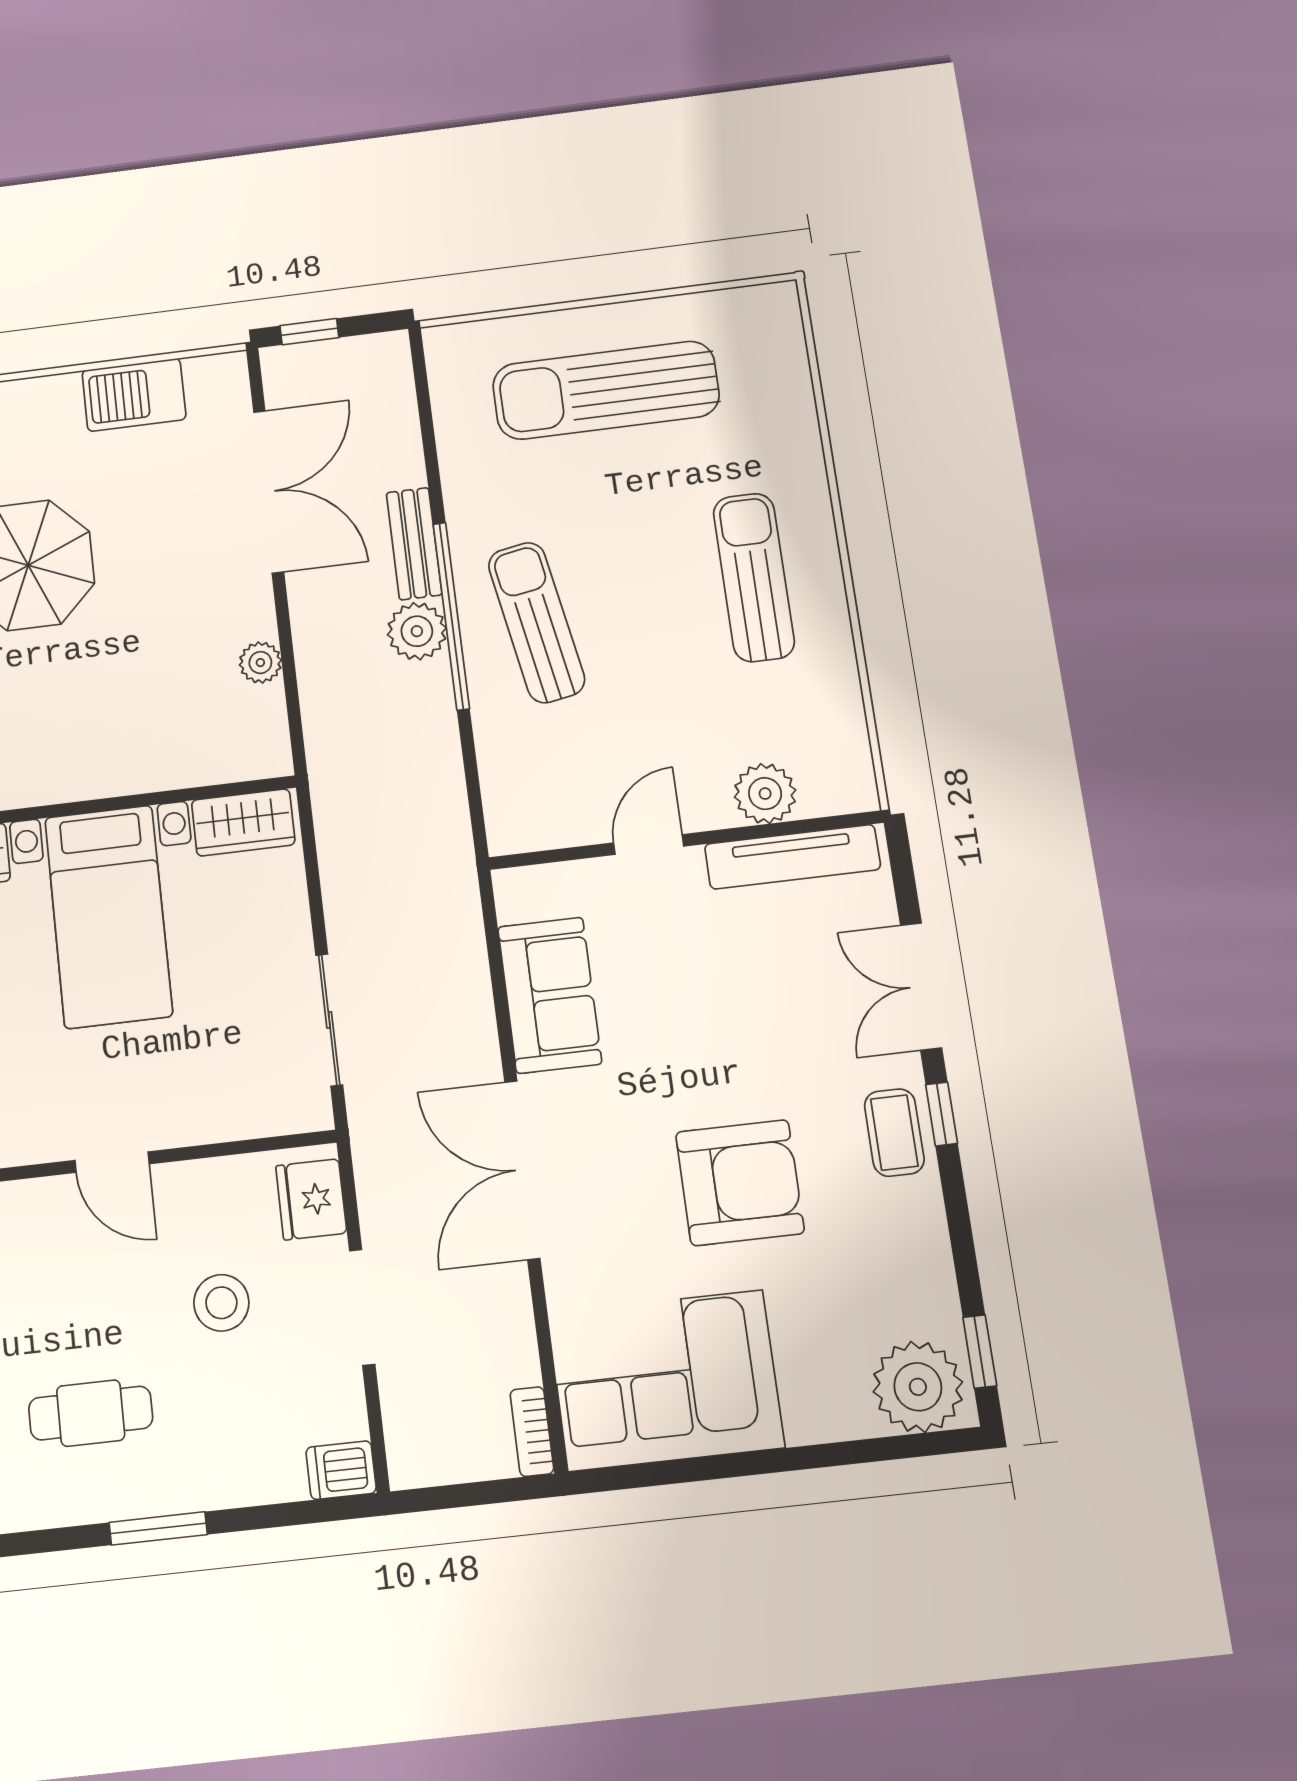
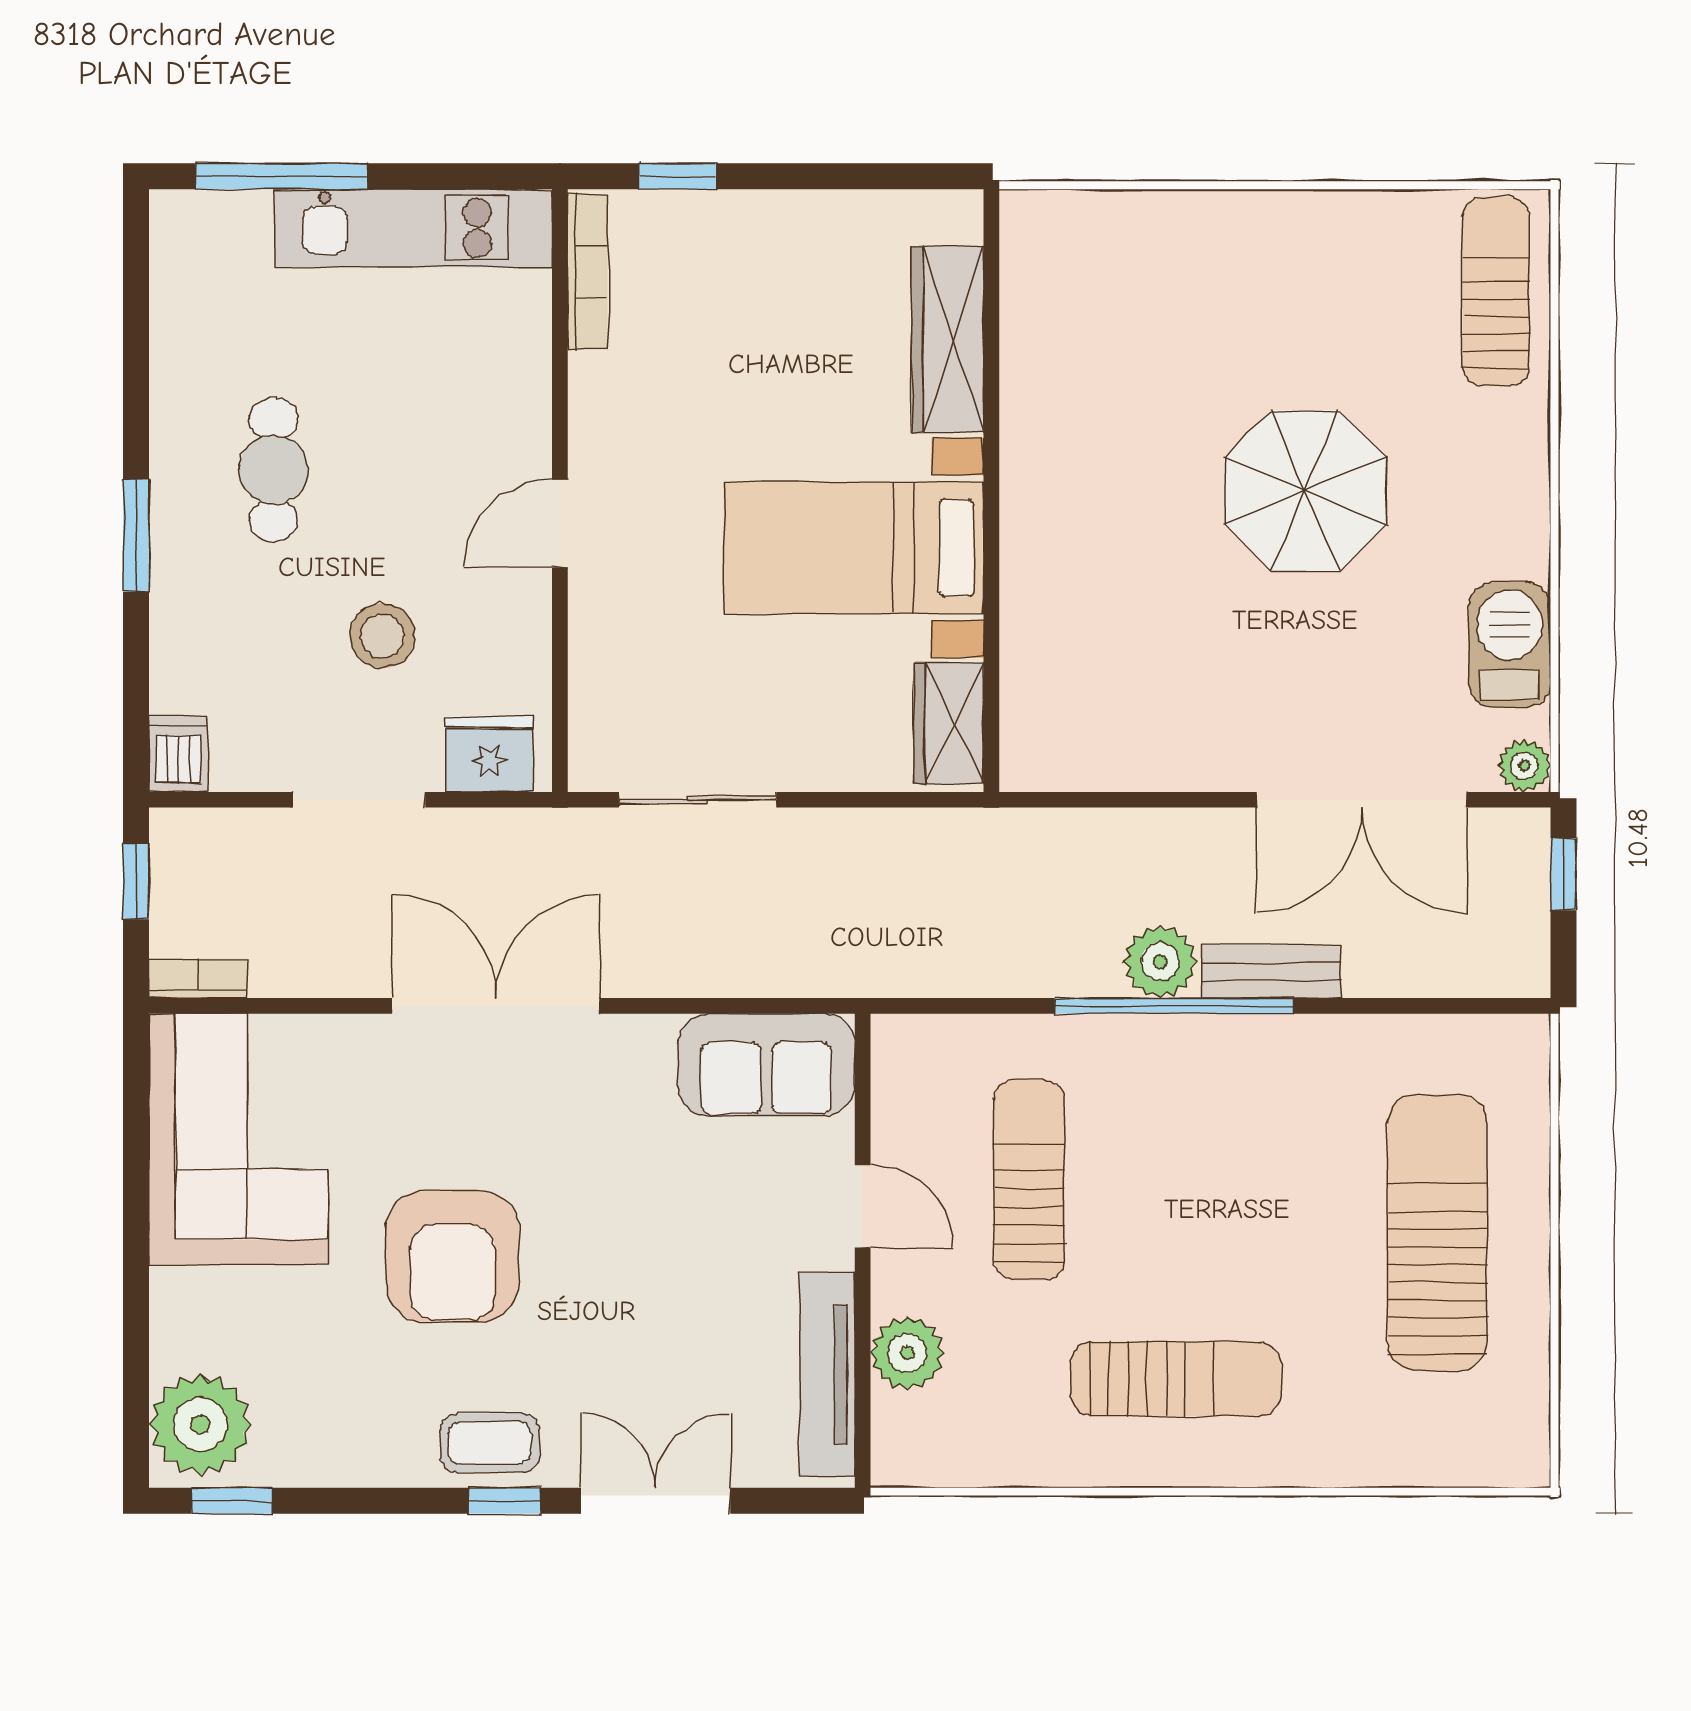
sun lounger: (536, 622) -> (1029, 1180), moved, turned -80
plant: (260, 663) -> (1524, 766), moved
sofa: (550, 995) -> (766, 1065), moved
window: (455, 1496) -> (136, 881), added

